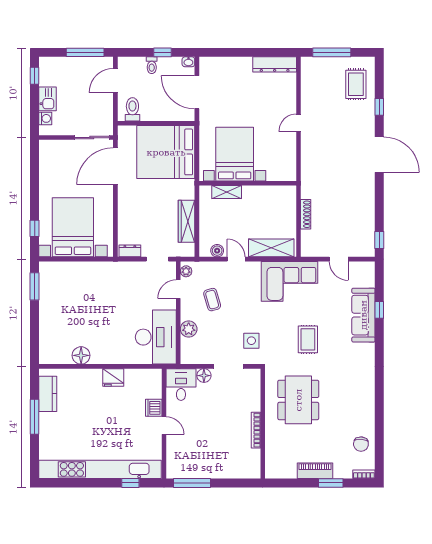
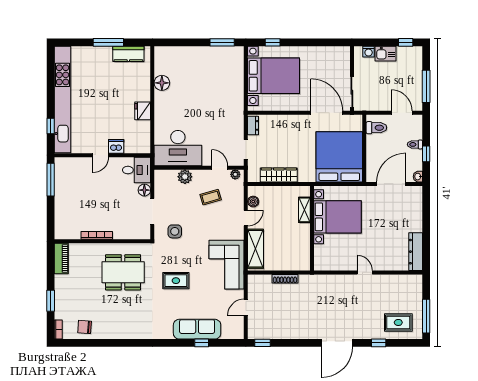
window: (332, 52) -> (426, 316), moved
piano: (315, 471) -> (61, 259), moved

